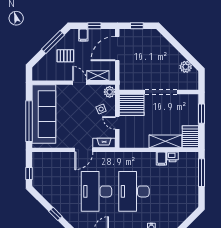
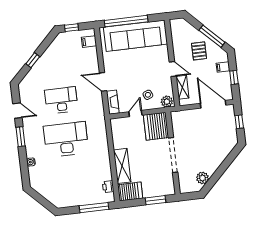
door: (80, 83) -> (173, 69), hinge flipped
printer: (173, 157) -> (108, 187), moved
filing cabinet: (161, 159) -> (89, 42), moved
desk: (96, 191) -> (61, 100), width x0.73, depth x0.77

